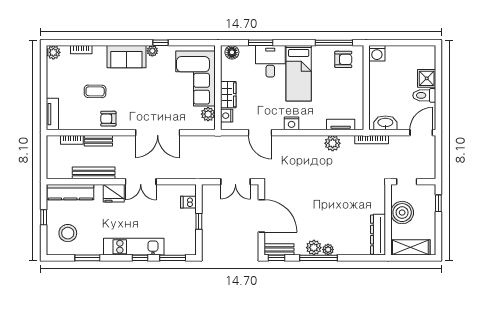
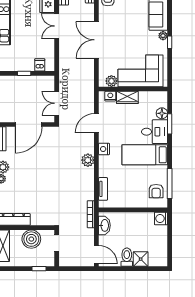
floor lamp: (232, 52) -> (162, 113), moved
plant: (333, 143) -> (88, 160), moved

